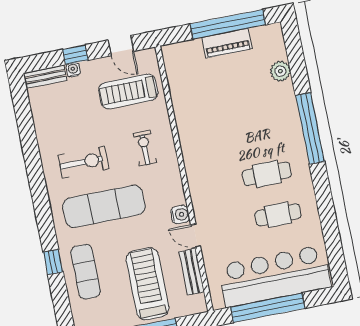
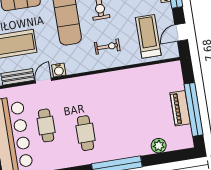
cafe table: (278, 215) -> (46, 125), moved

